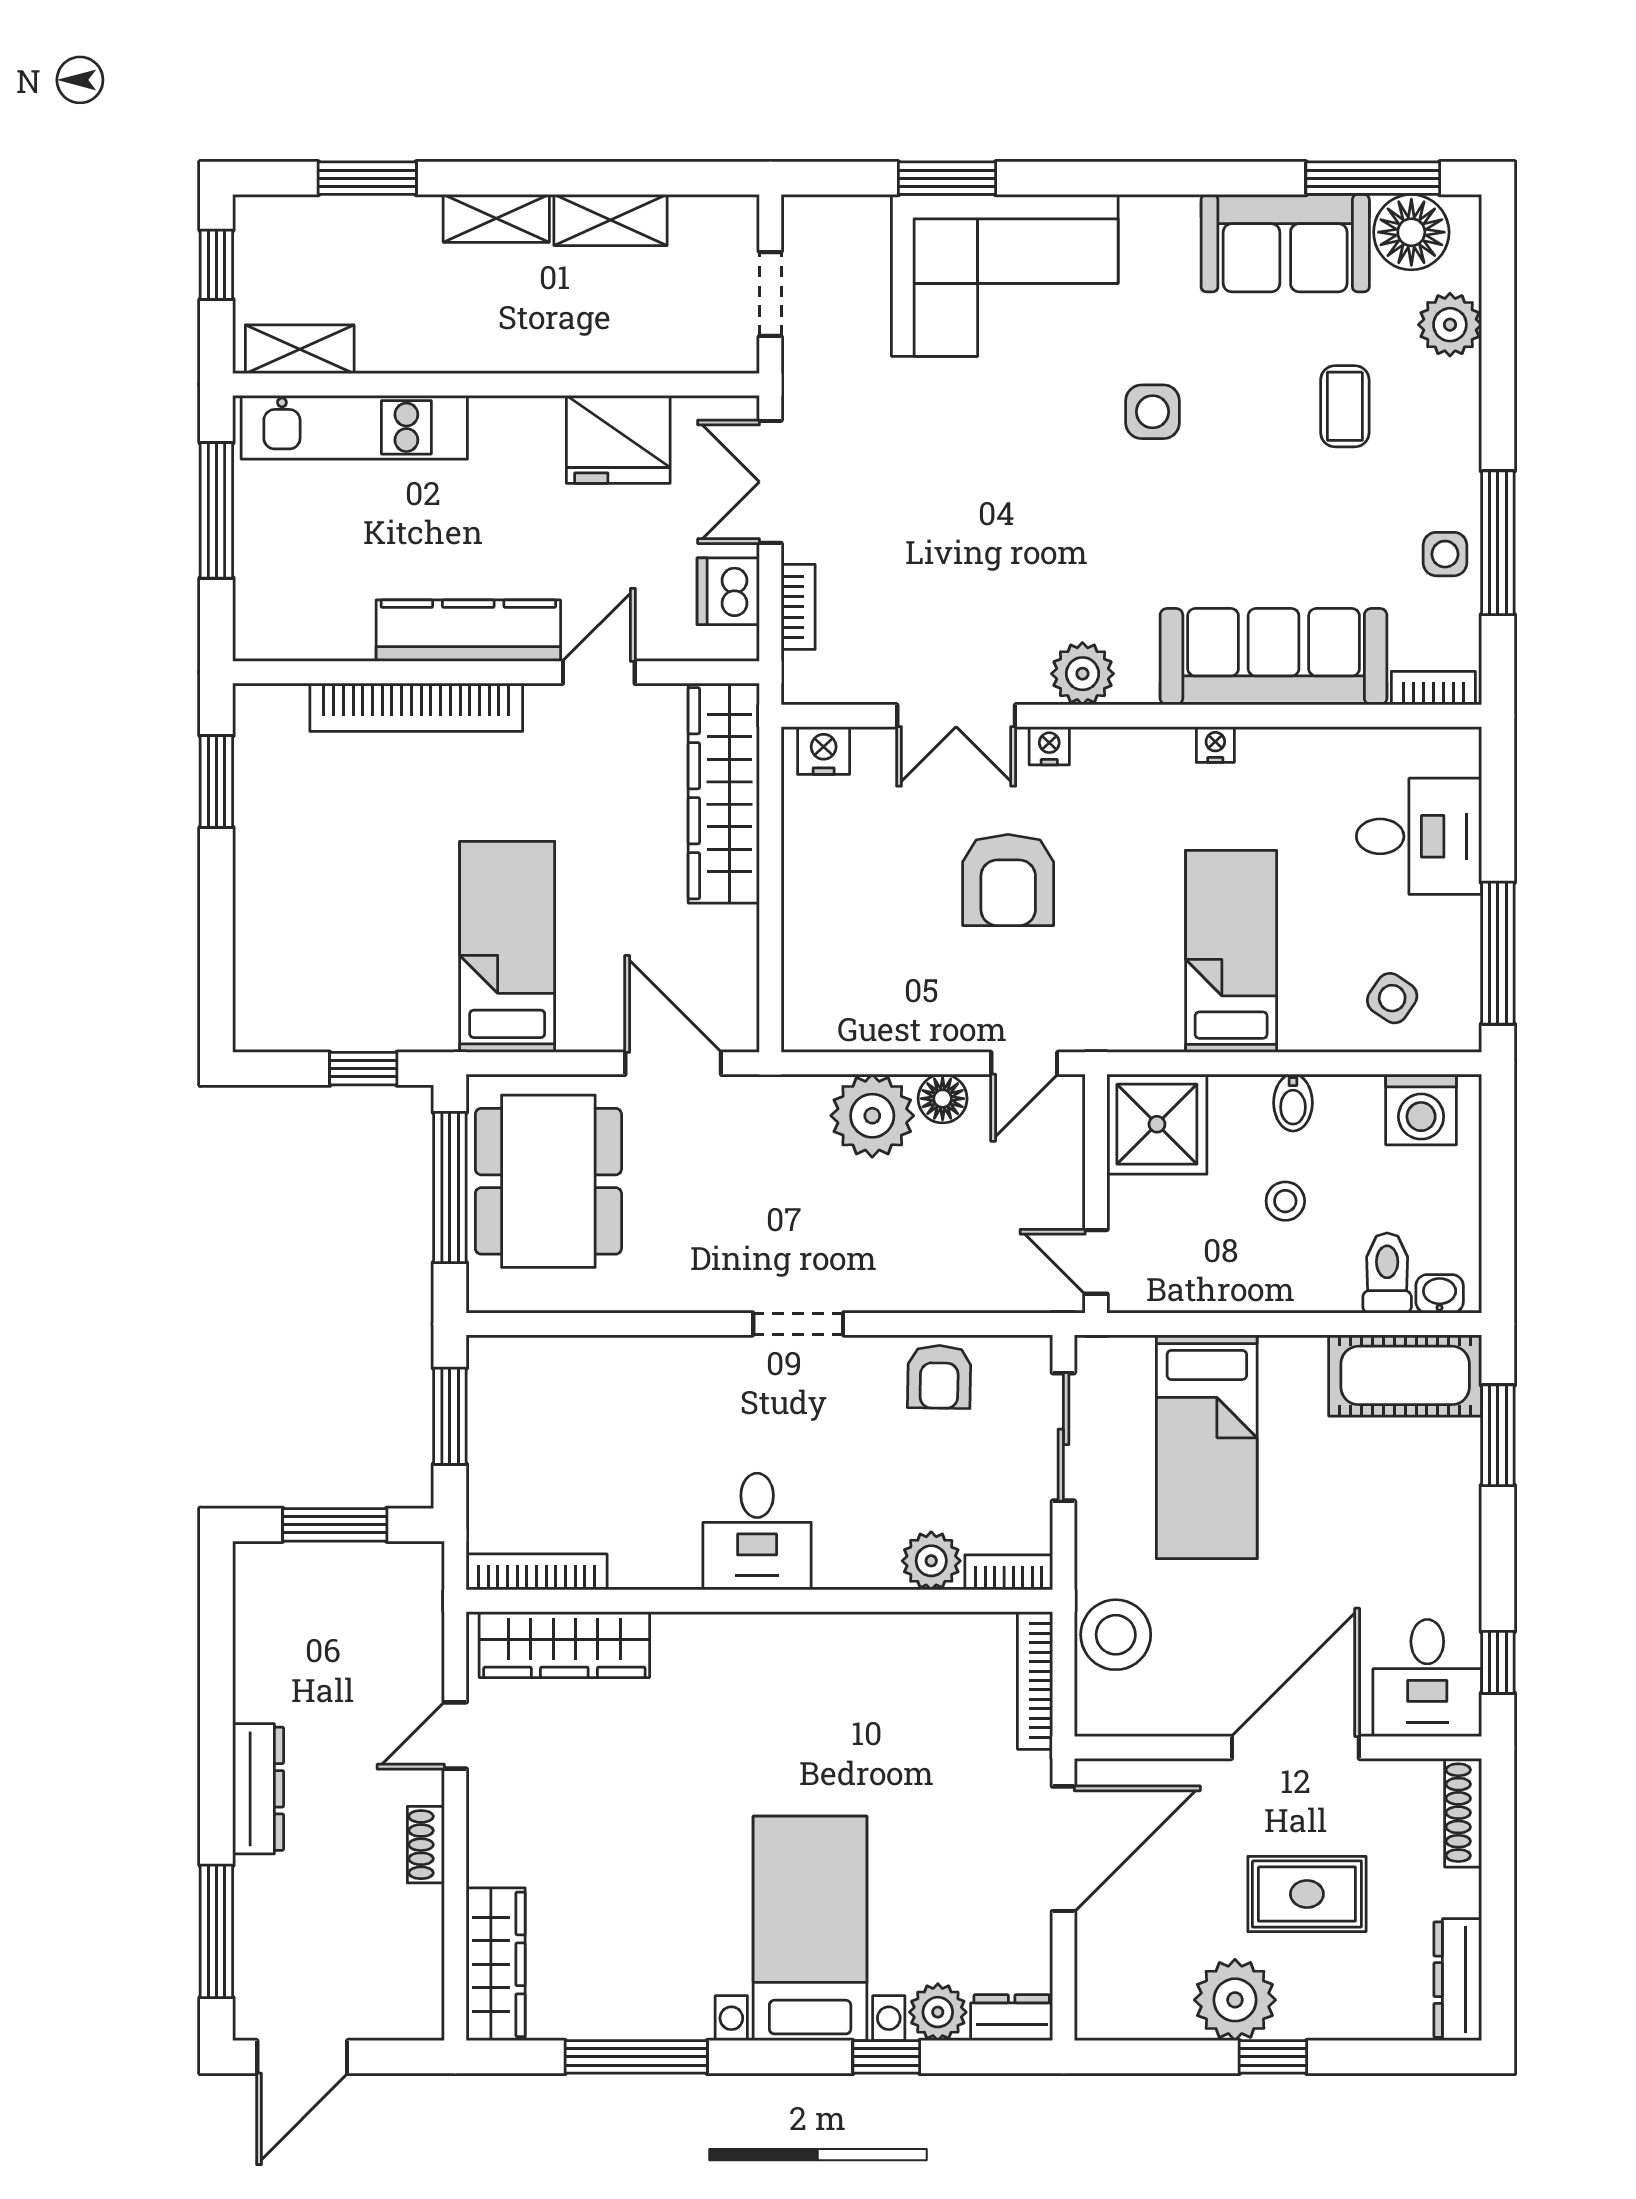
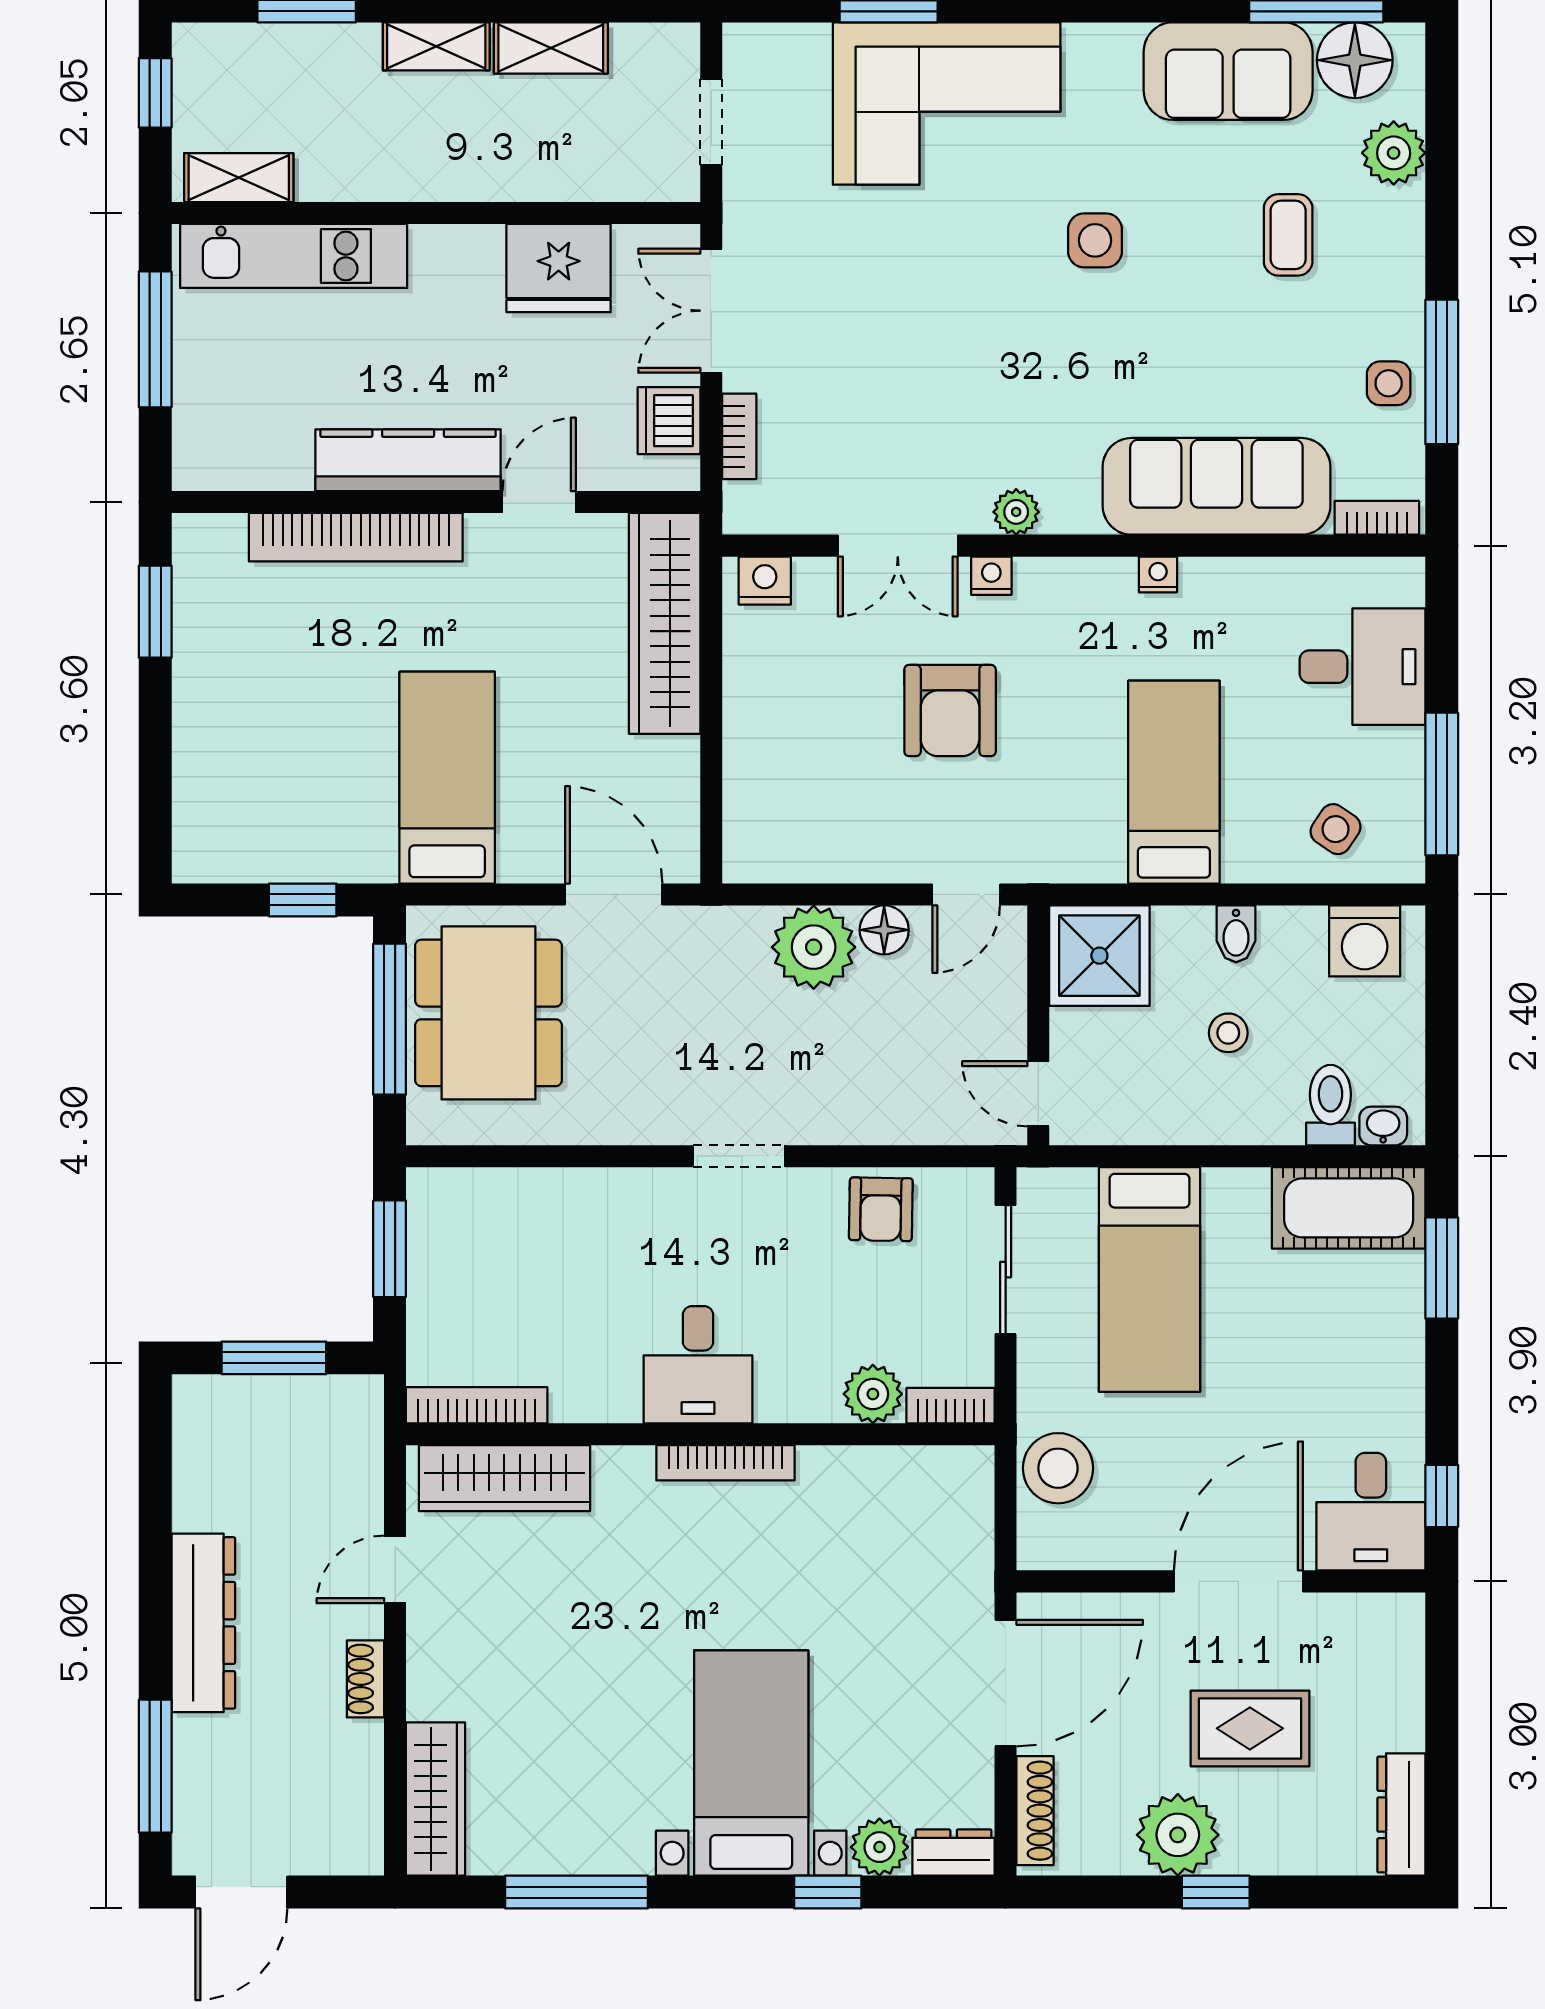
plant: (1082, 674) -> (1016, 512), width x0.73, depth x0.73
bookcase: (1035, 1681) -> (725, 1463), moved, turned -90
dresser: (258, 1789) -> (203, 1623), width x1.37, depth x1.24
shoe rack: (1463, 1813) -> (1035, 1811), moved, turned 180

